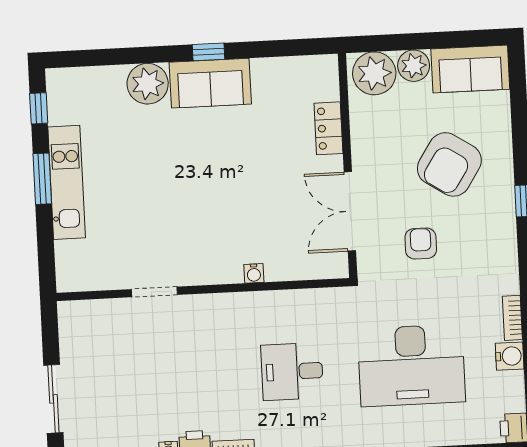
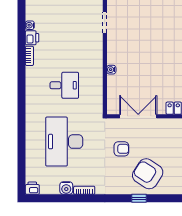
armchair: (449, 164) -> (148, 174), moved
desk: (292, 371) -> (64, 85), turned 90

